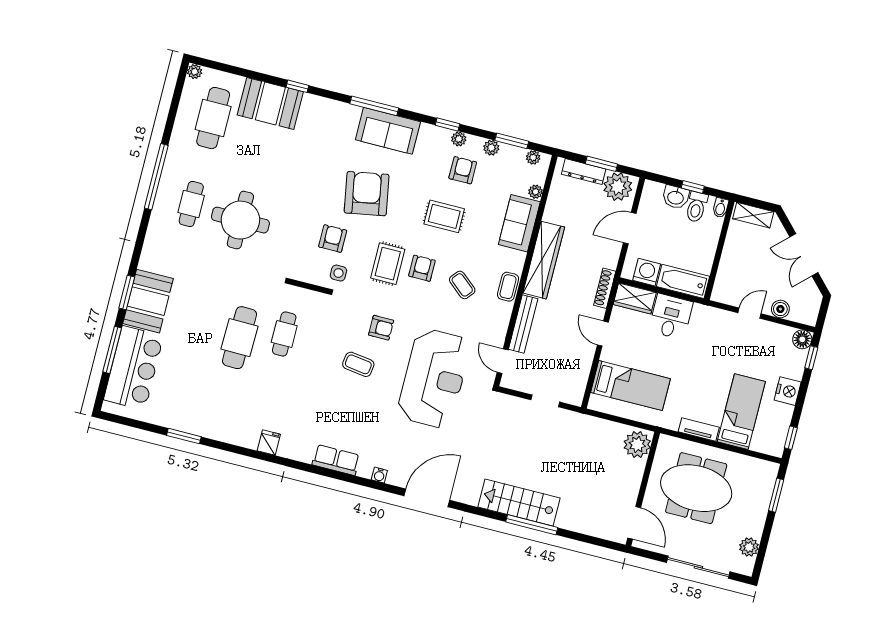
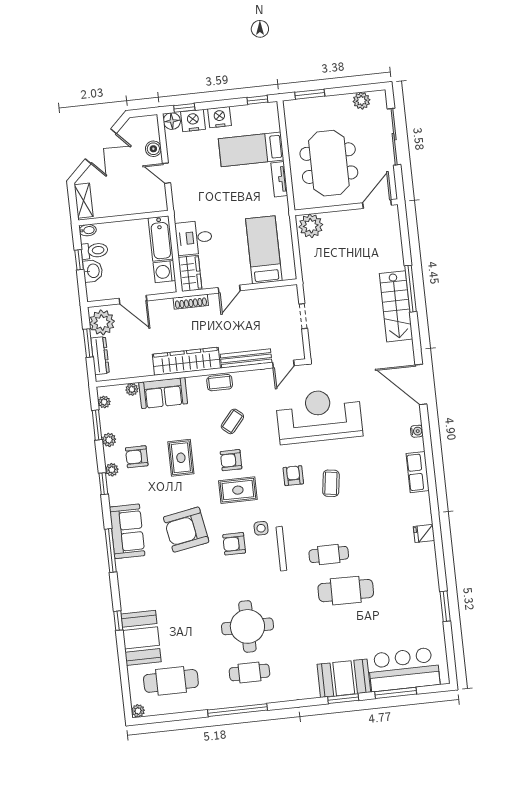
nightstand: (795, 362) -> (193, 120), added

